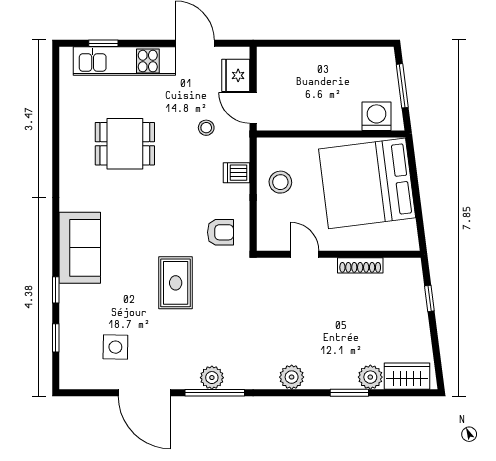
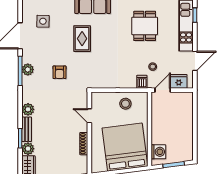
dishwasher: (237, 173) -> (142, 82), moved
armchair: (220, 232) -> (60, 72), moved
door: (305, 254) -> (89, 116), swing flipped
rug: (176, 283) -> (82, 39), moved, turned 90
bench: (331, 380) -> (27, 129), added

